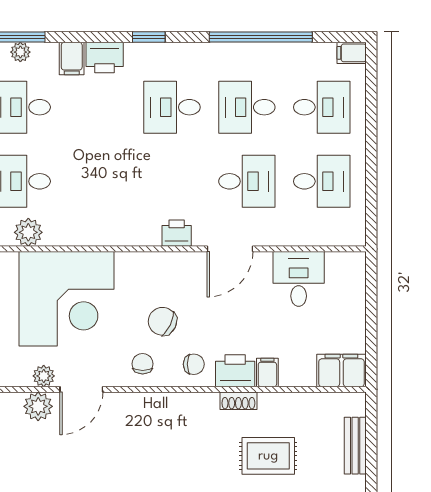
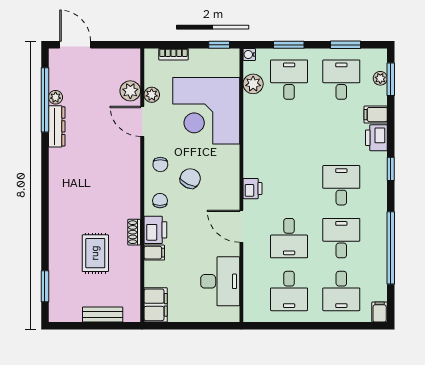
desk: (299, 279) -> (220, 281), width x1.37
chair: (143, 364) -> (160, 165), turned 90
chair: (194, 364) -> (160, 201), turned 180

